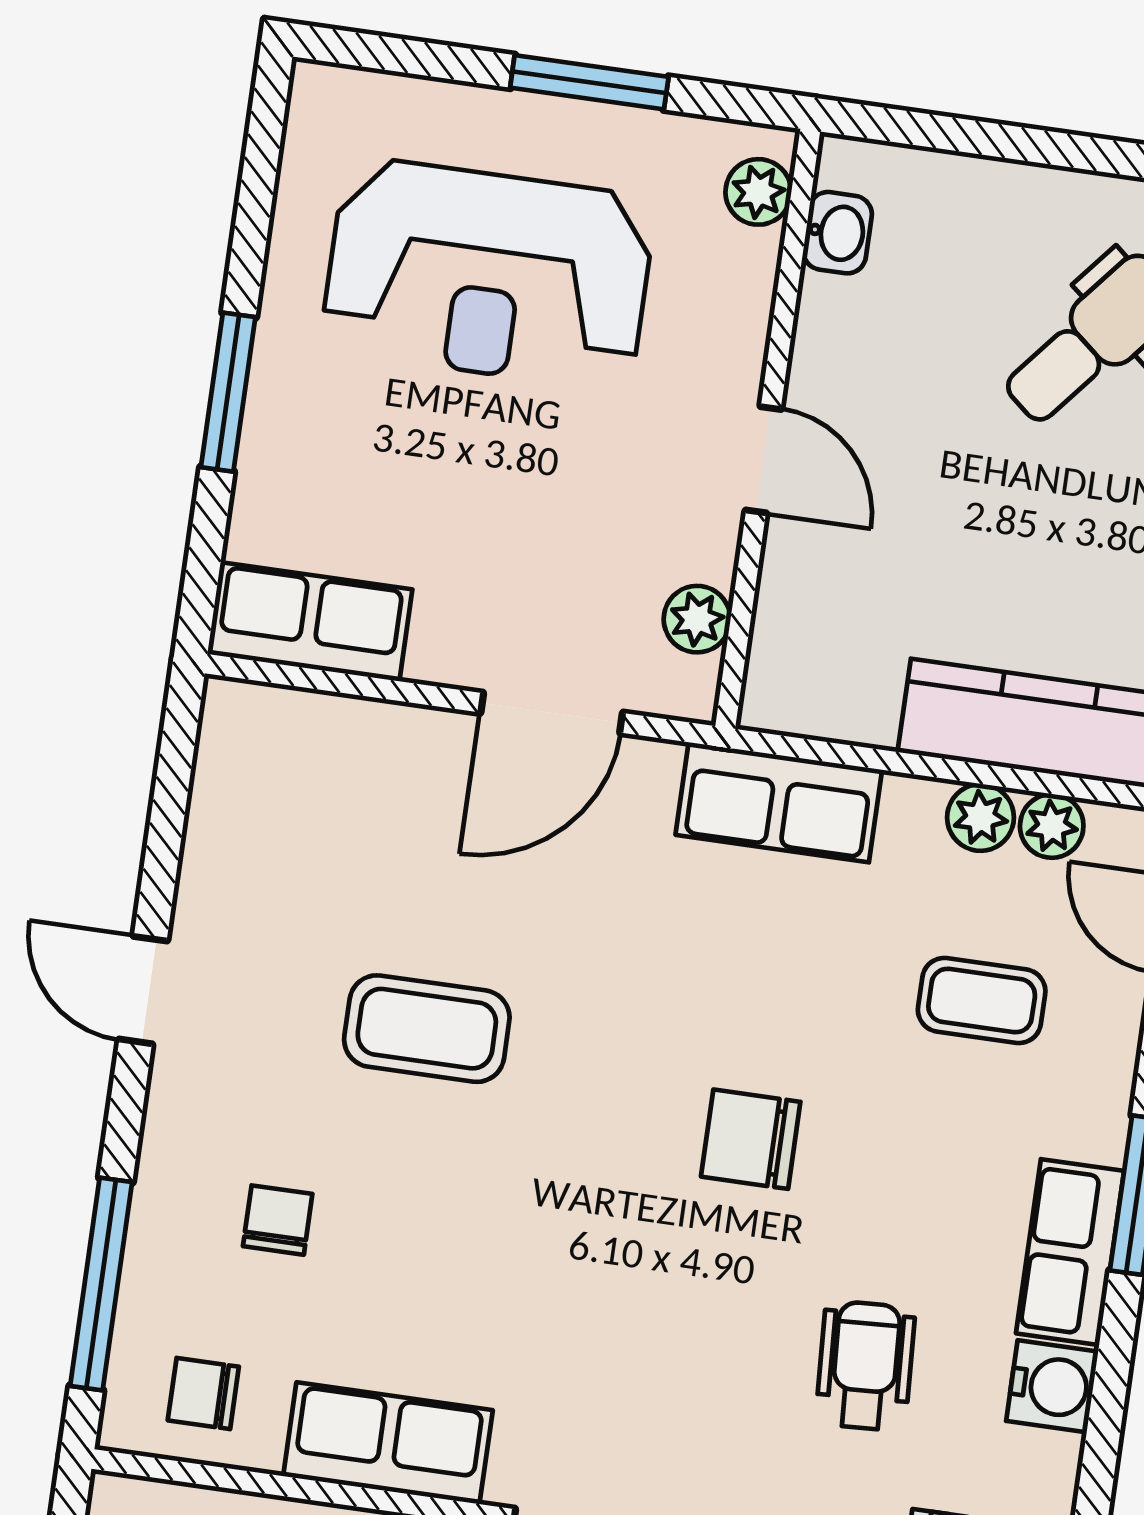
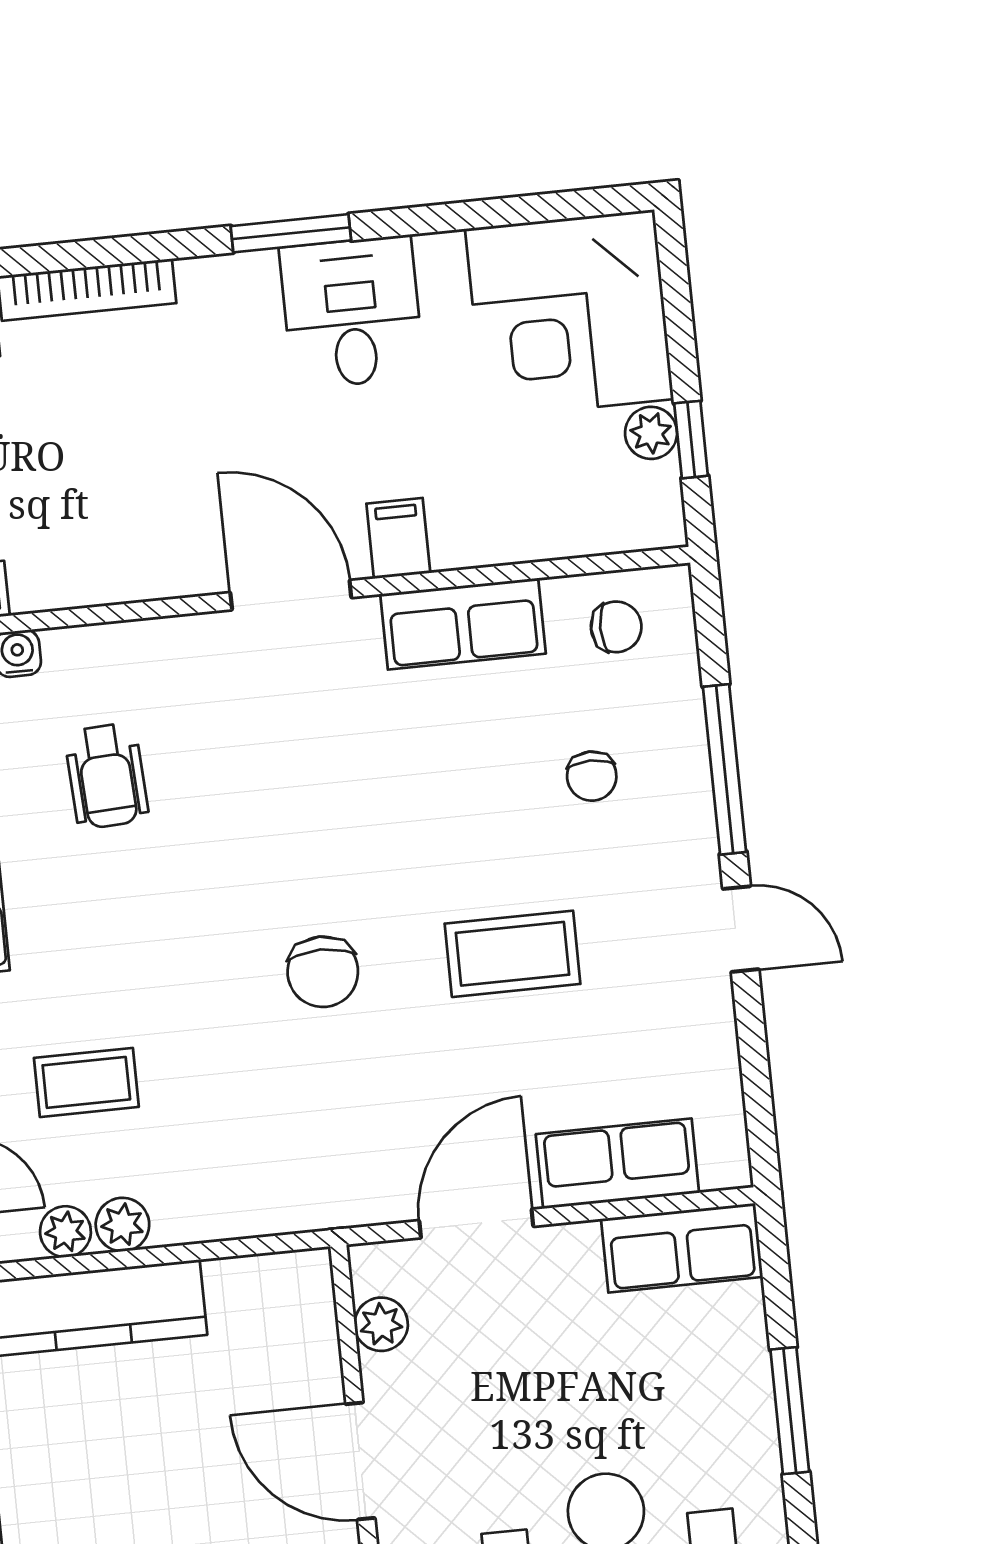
door: (763, 460) -> (360, 1461), width x1.38
row of seats: (779, 802) -> (617, 1164), moved
chair: (751, 1139) -> (323, 972), moved, turned 90
window: (101, 1284) -> (725, 769), moved

